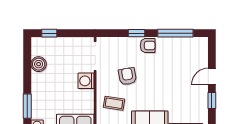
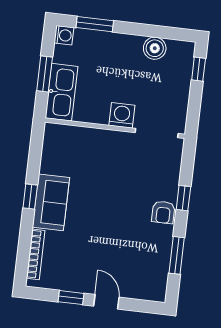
window: (175, 33) -> (177, 255), width x0.69
armchair: (127, 76) -> (121, 177), removed
coffee table: (114, 103) -> (84, 153), removed

